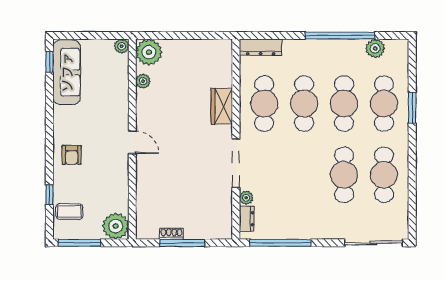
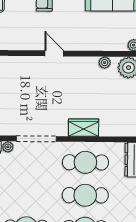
door: (132, 142) -> (54, 53), swing flipped

